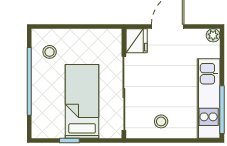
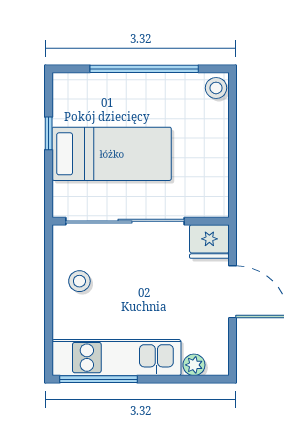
plant: (213, 35) -> (194, 365), moved
stool: (50, 52) -> (216, 88), moved

